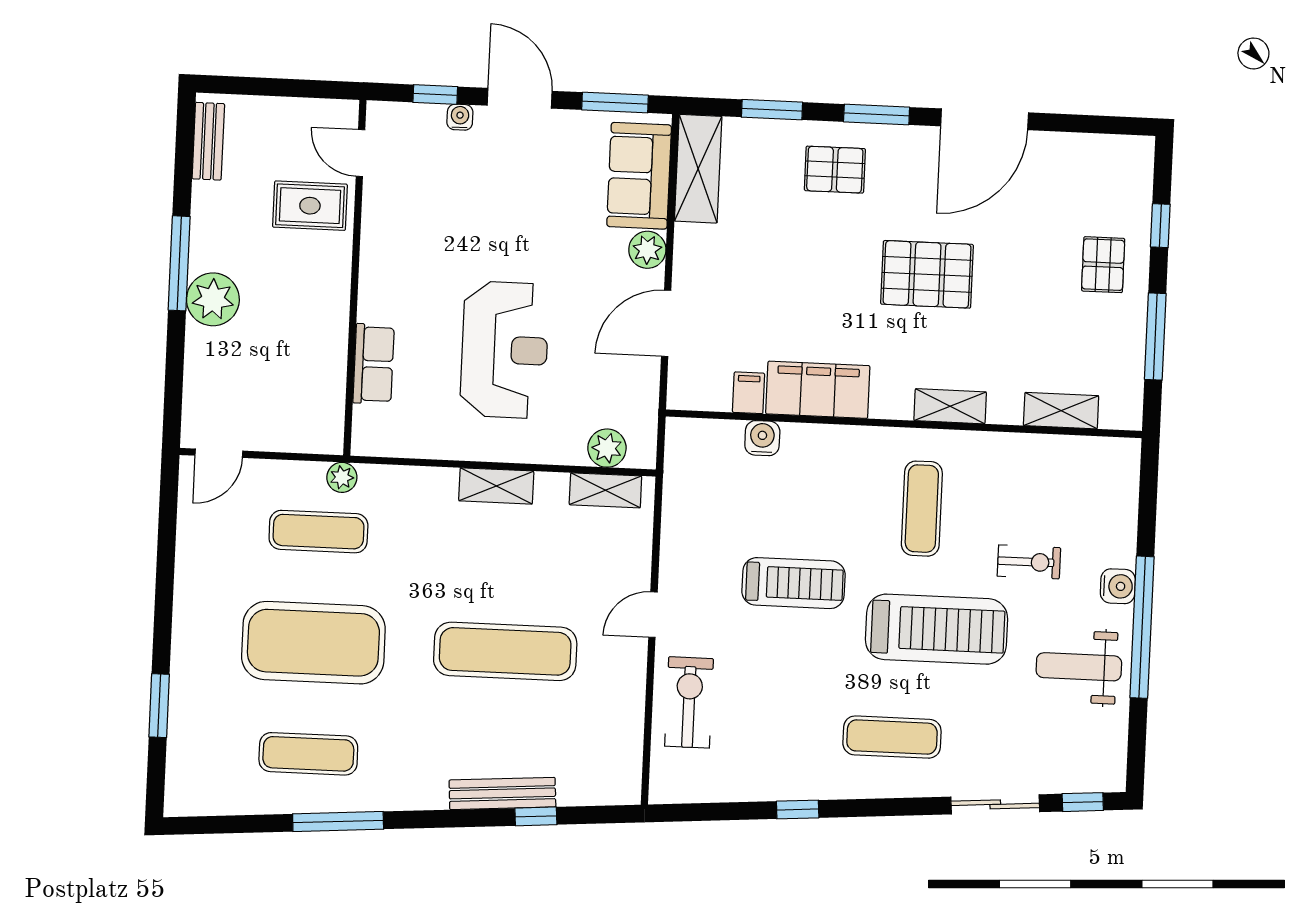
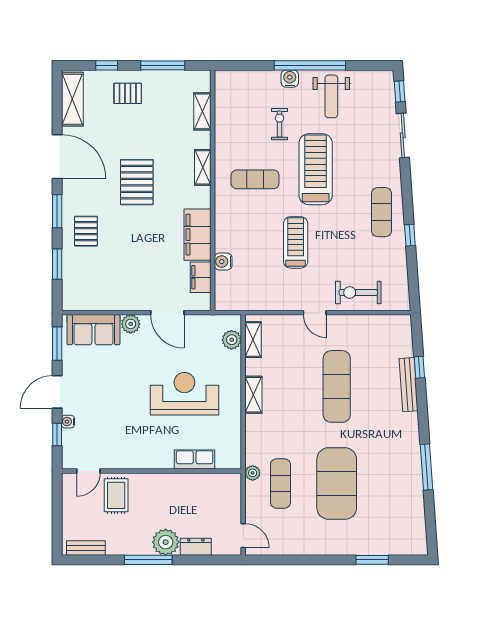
shelving: (698, 169) -> (72, 99), moved, turned 90
dresser: (201, 359) -> (196, 547), added
filing cabinet: (749, 393) -> (201, 277), width x2.00
exercise mat: (892, 737) -> (382, 212), moved
exercise mat: (308, 754) -> (393, 484), removed

